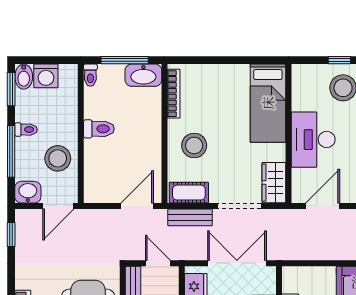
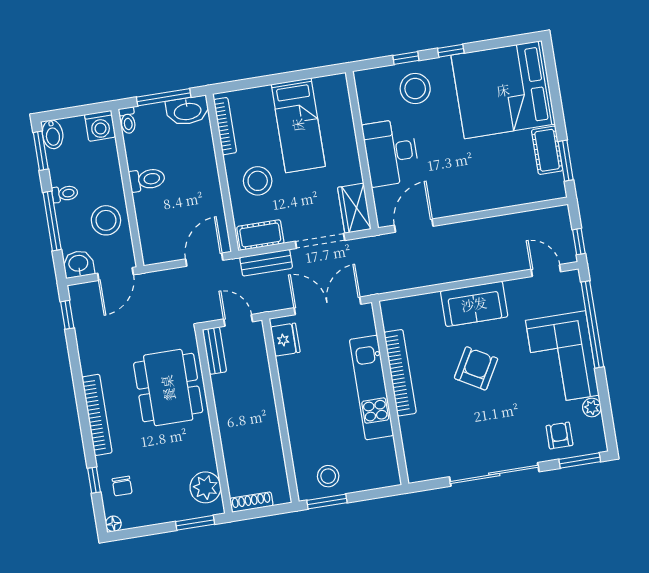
washing machine: (46, 76) -> (100, 126), moved
bed: (268, 103) -> (298, 125), moved

